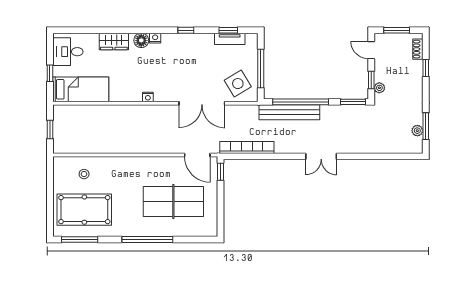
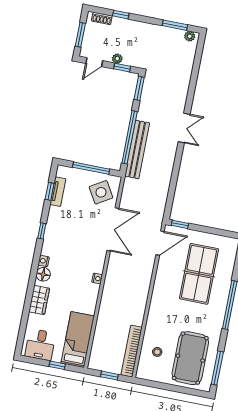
plant: (379, 88) -> (117, 59), moved
plant: (417, 131) -> (190, 36), moved
bookcase: (247, 147) -> (132, 351), moved

